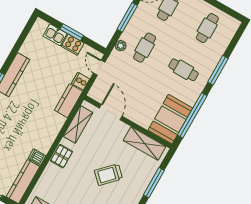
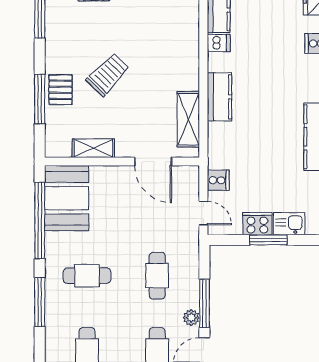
plant: (121, 46) -> (191, 318), moved
kitchen counter: (69, 101) -> (219, 97), moved
shelving: (144, 143) -> (93, 148), width x0.67, depth x0.75
pallet: (62, 156) -> (60, 90), moved

